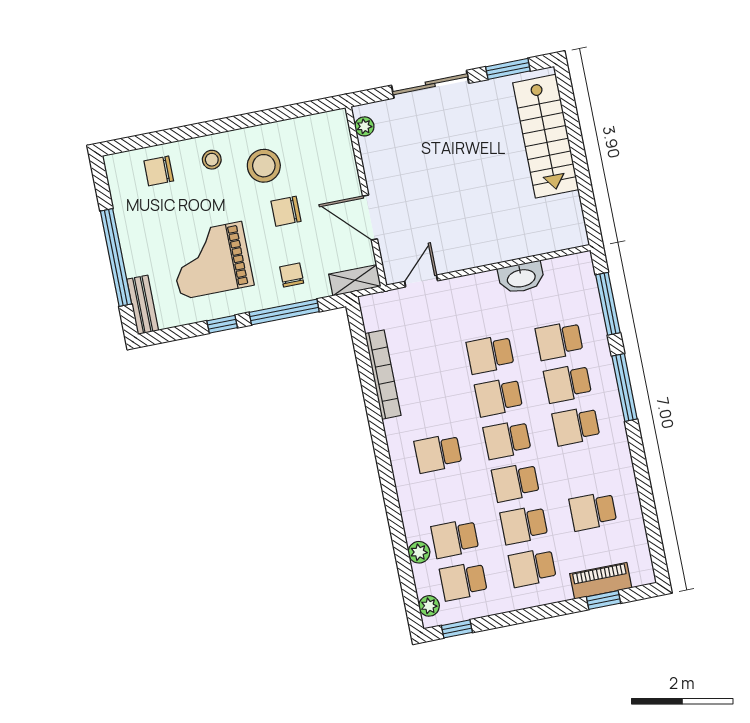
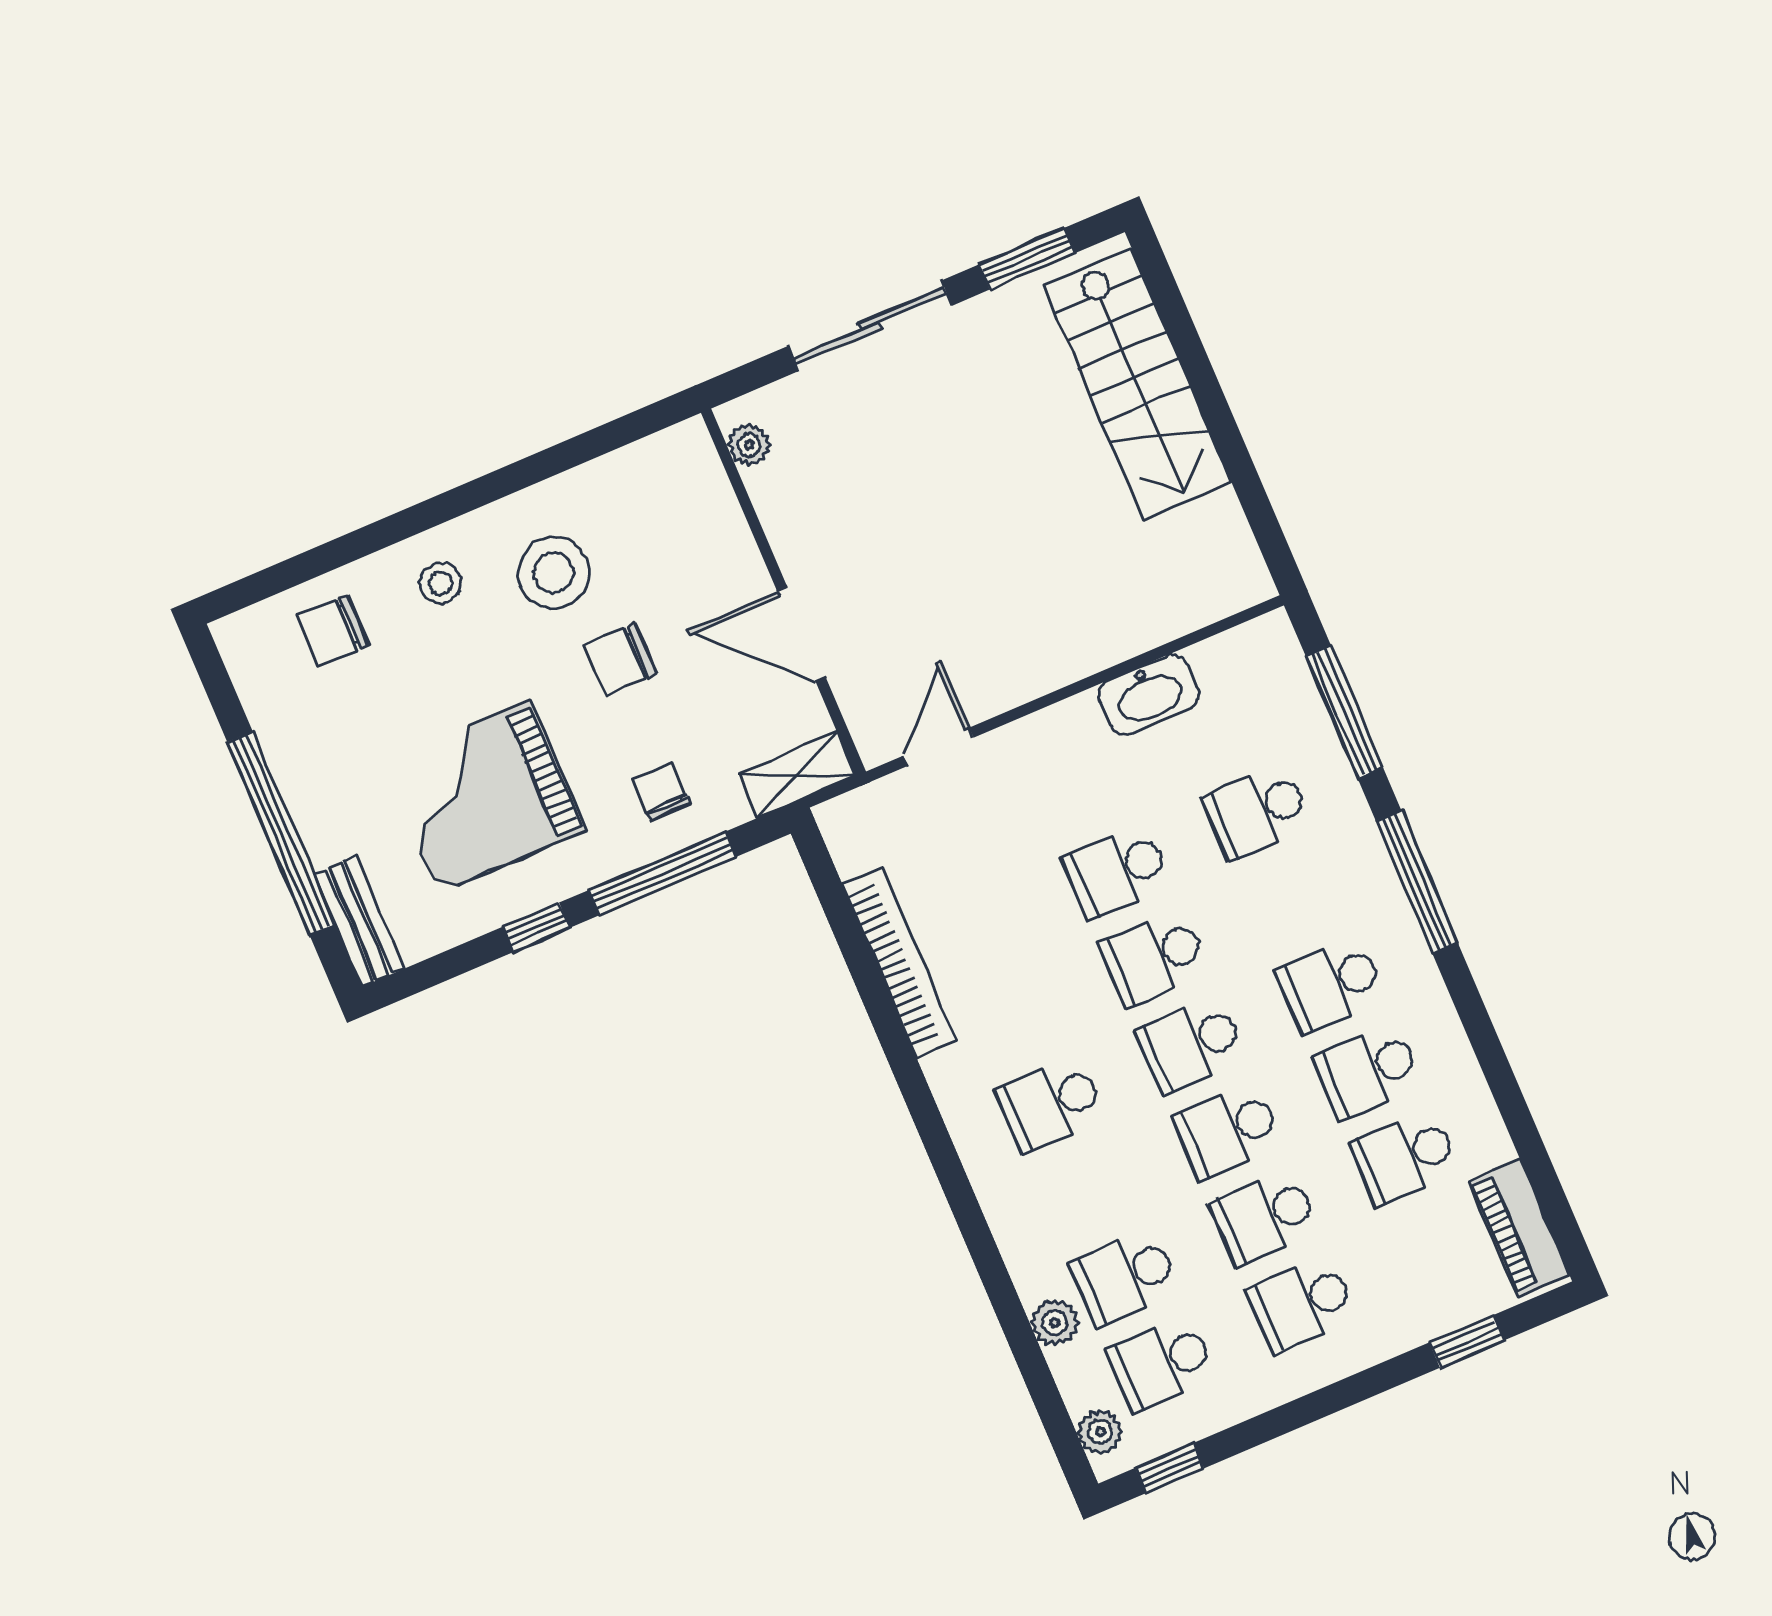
school desk: (568, 383) -> (1368, 1071), moved
piano: (601, 581) -> (1519, 1228), moved, turned -90

